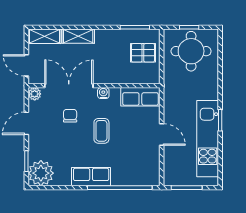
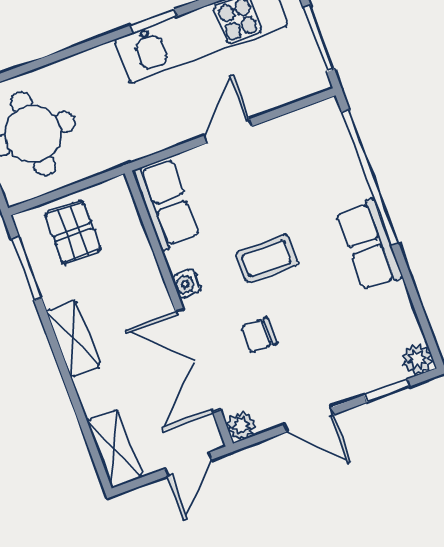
shelving: (78, 36) -> (73, 339), moved
plant: (41, 173) -> (417, 359), width x0.53, depth x0.53

